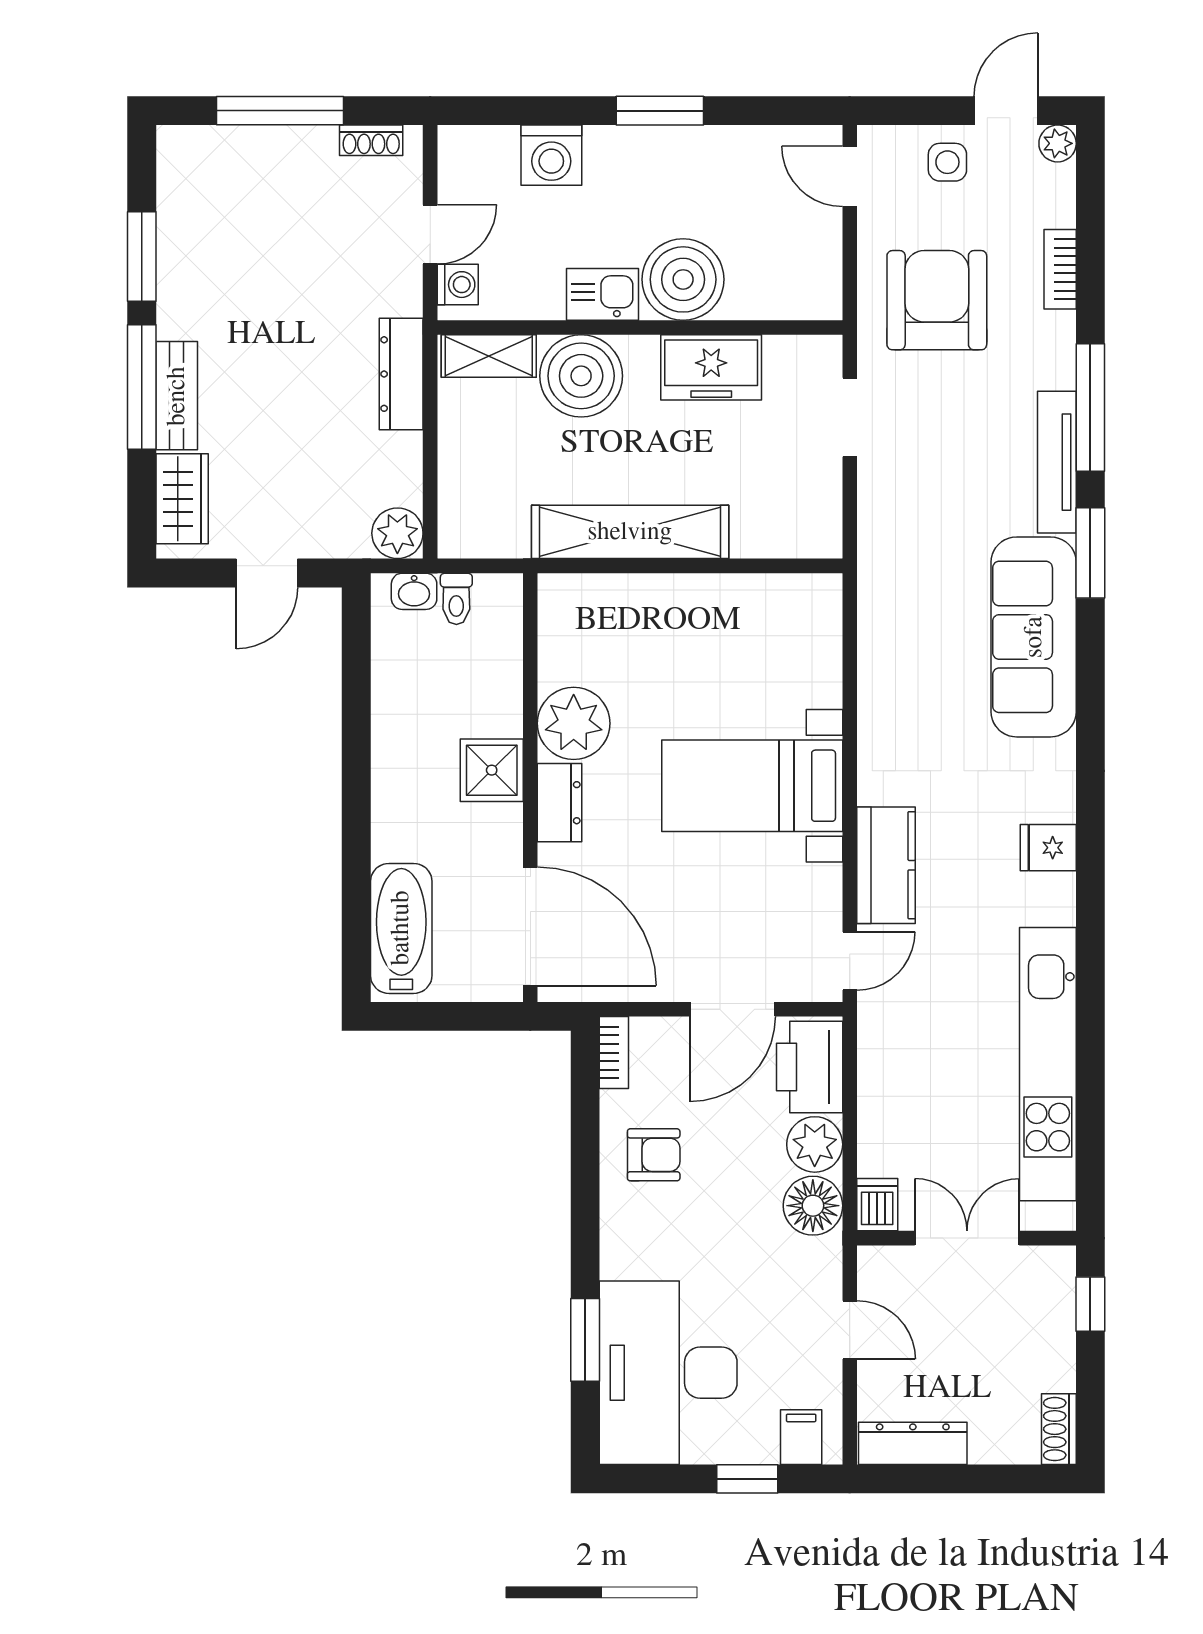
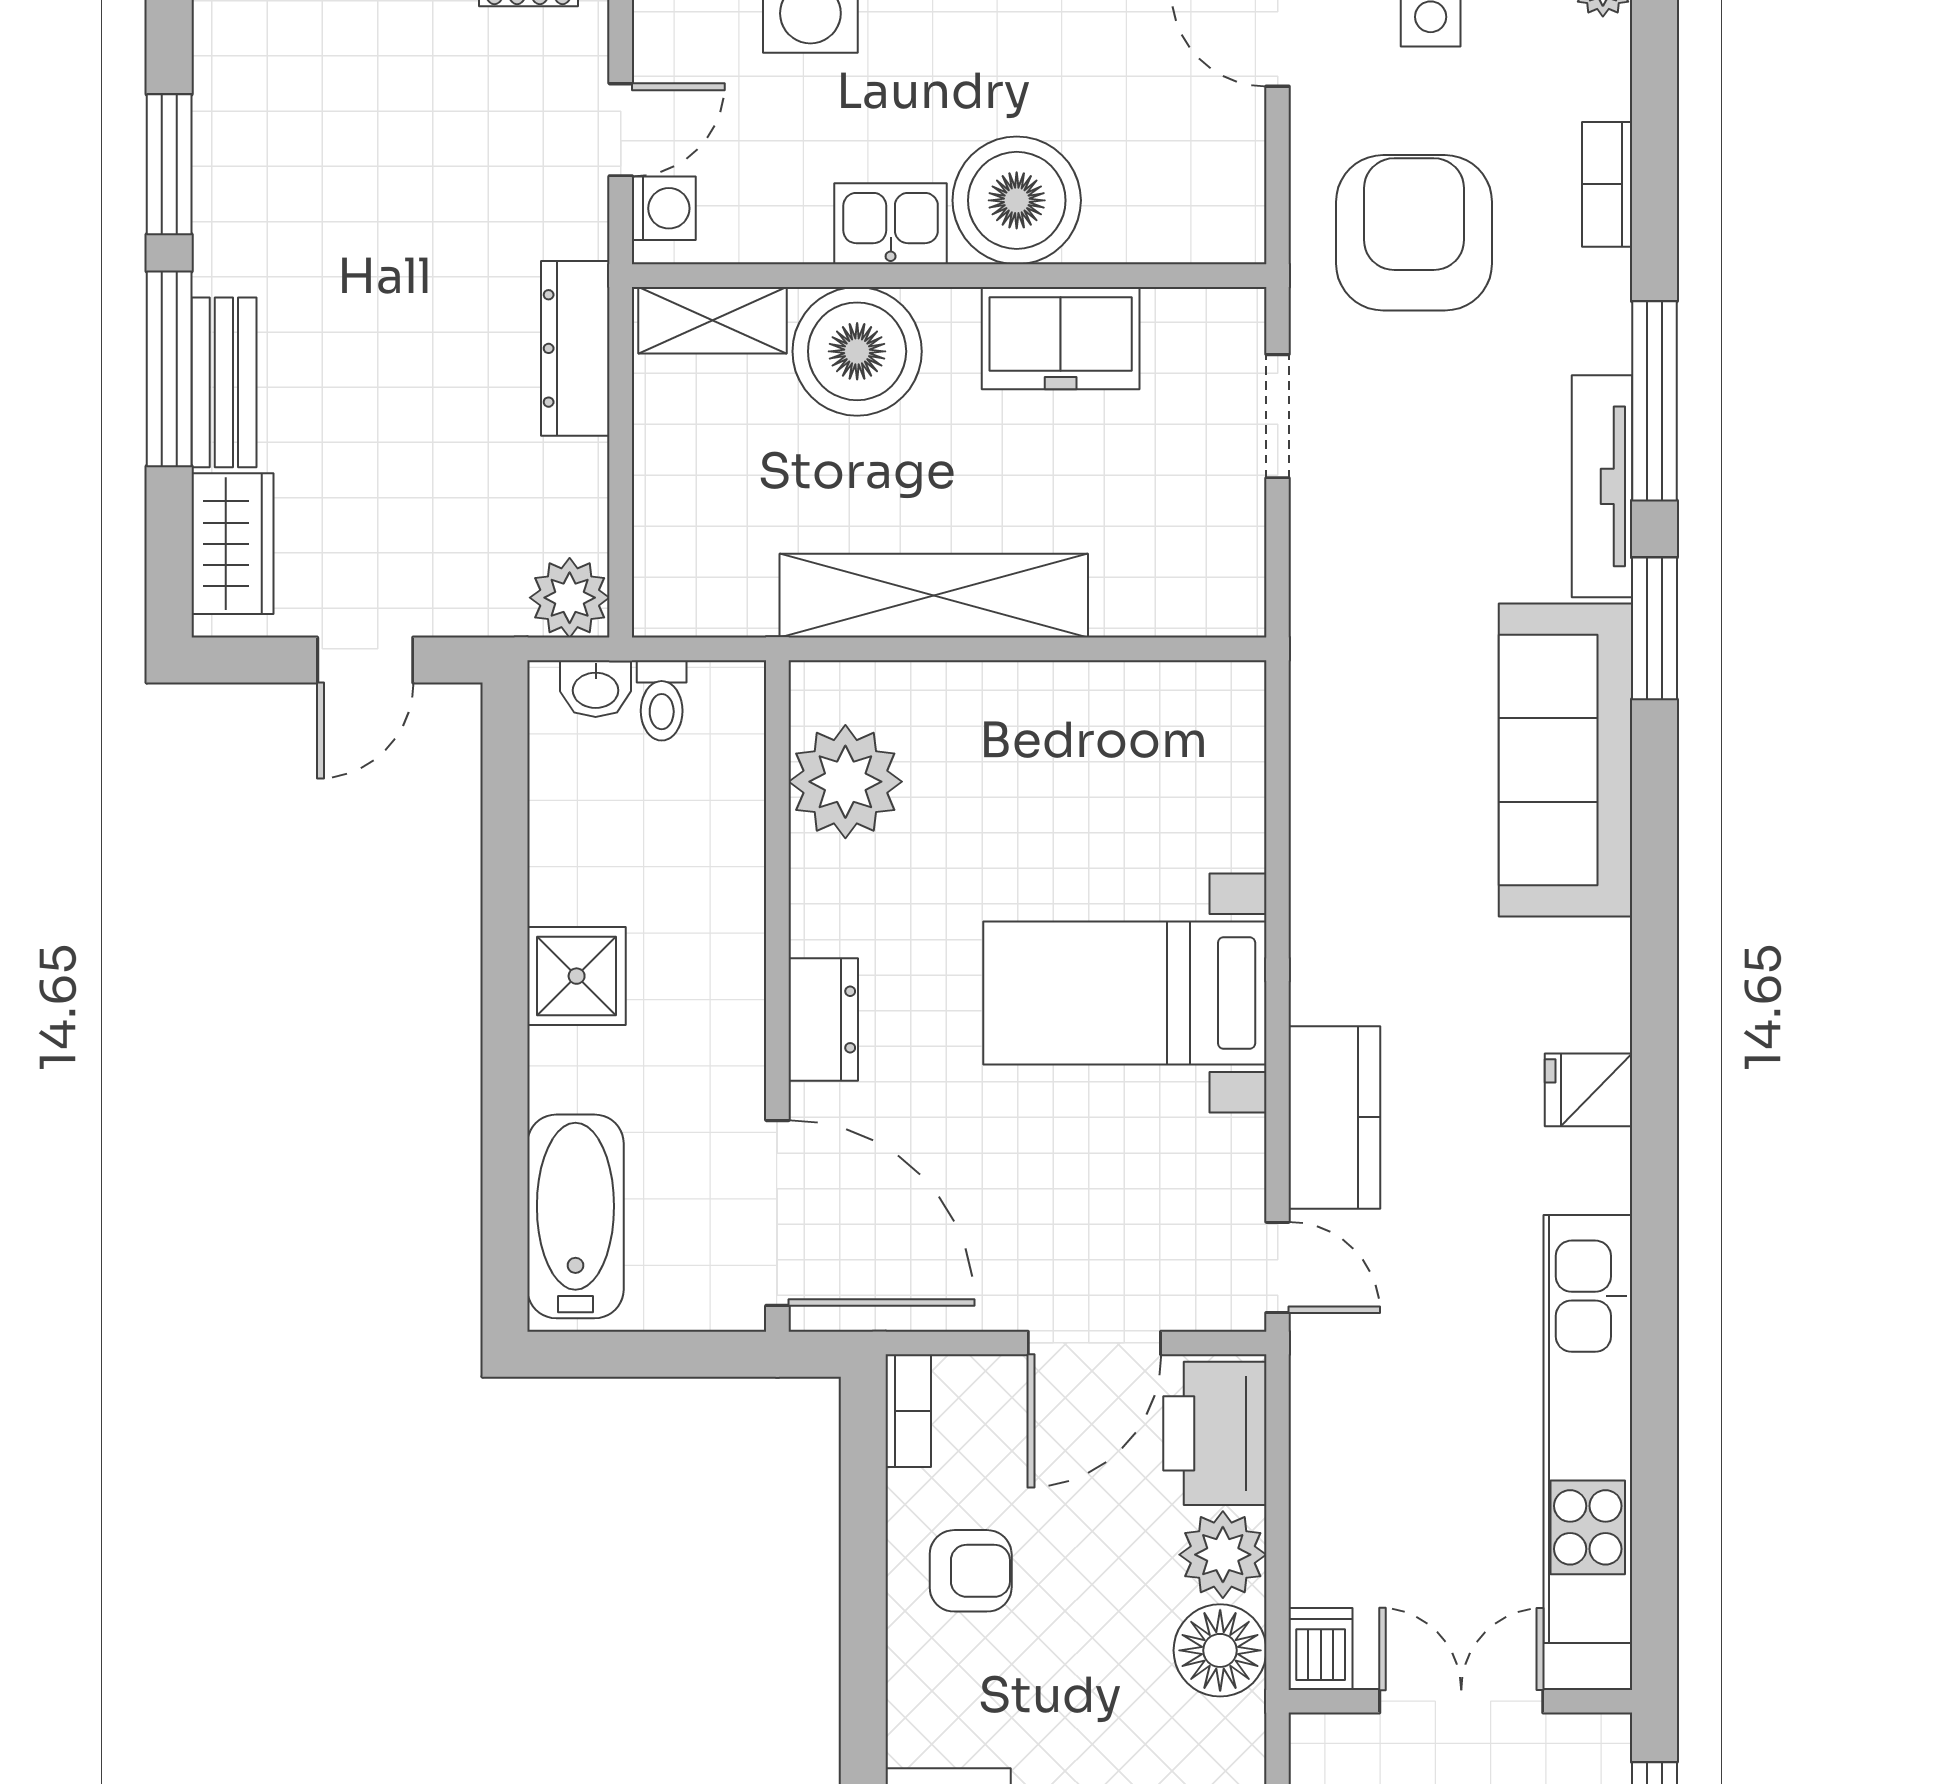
plant: (574, 723) -> (845, 782), moved
shower: (492, 770) -> (577, 976), moved
door: (850, 961) -> (1278, 1267), hinge flipped

